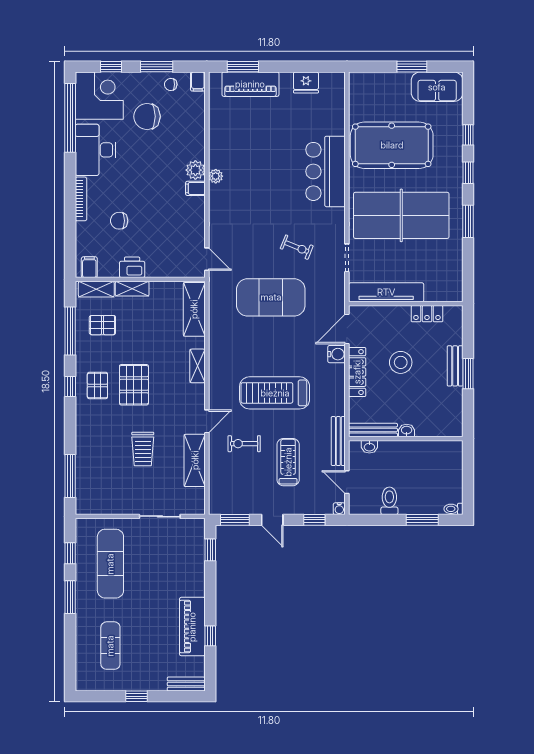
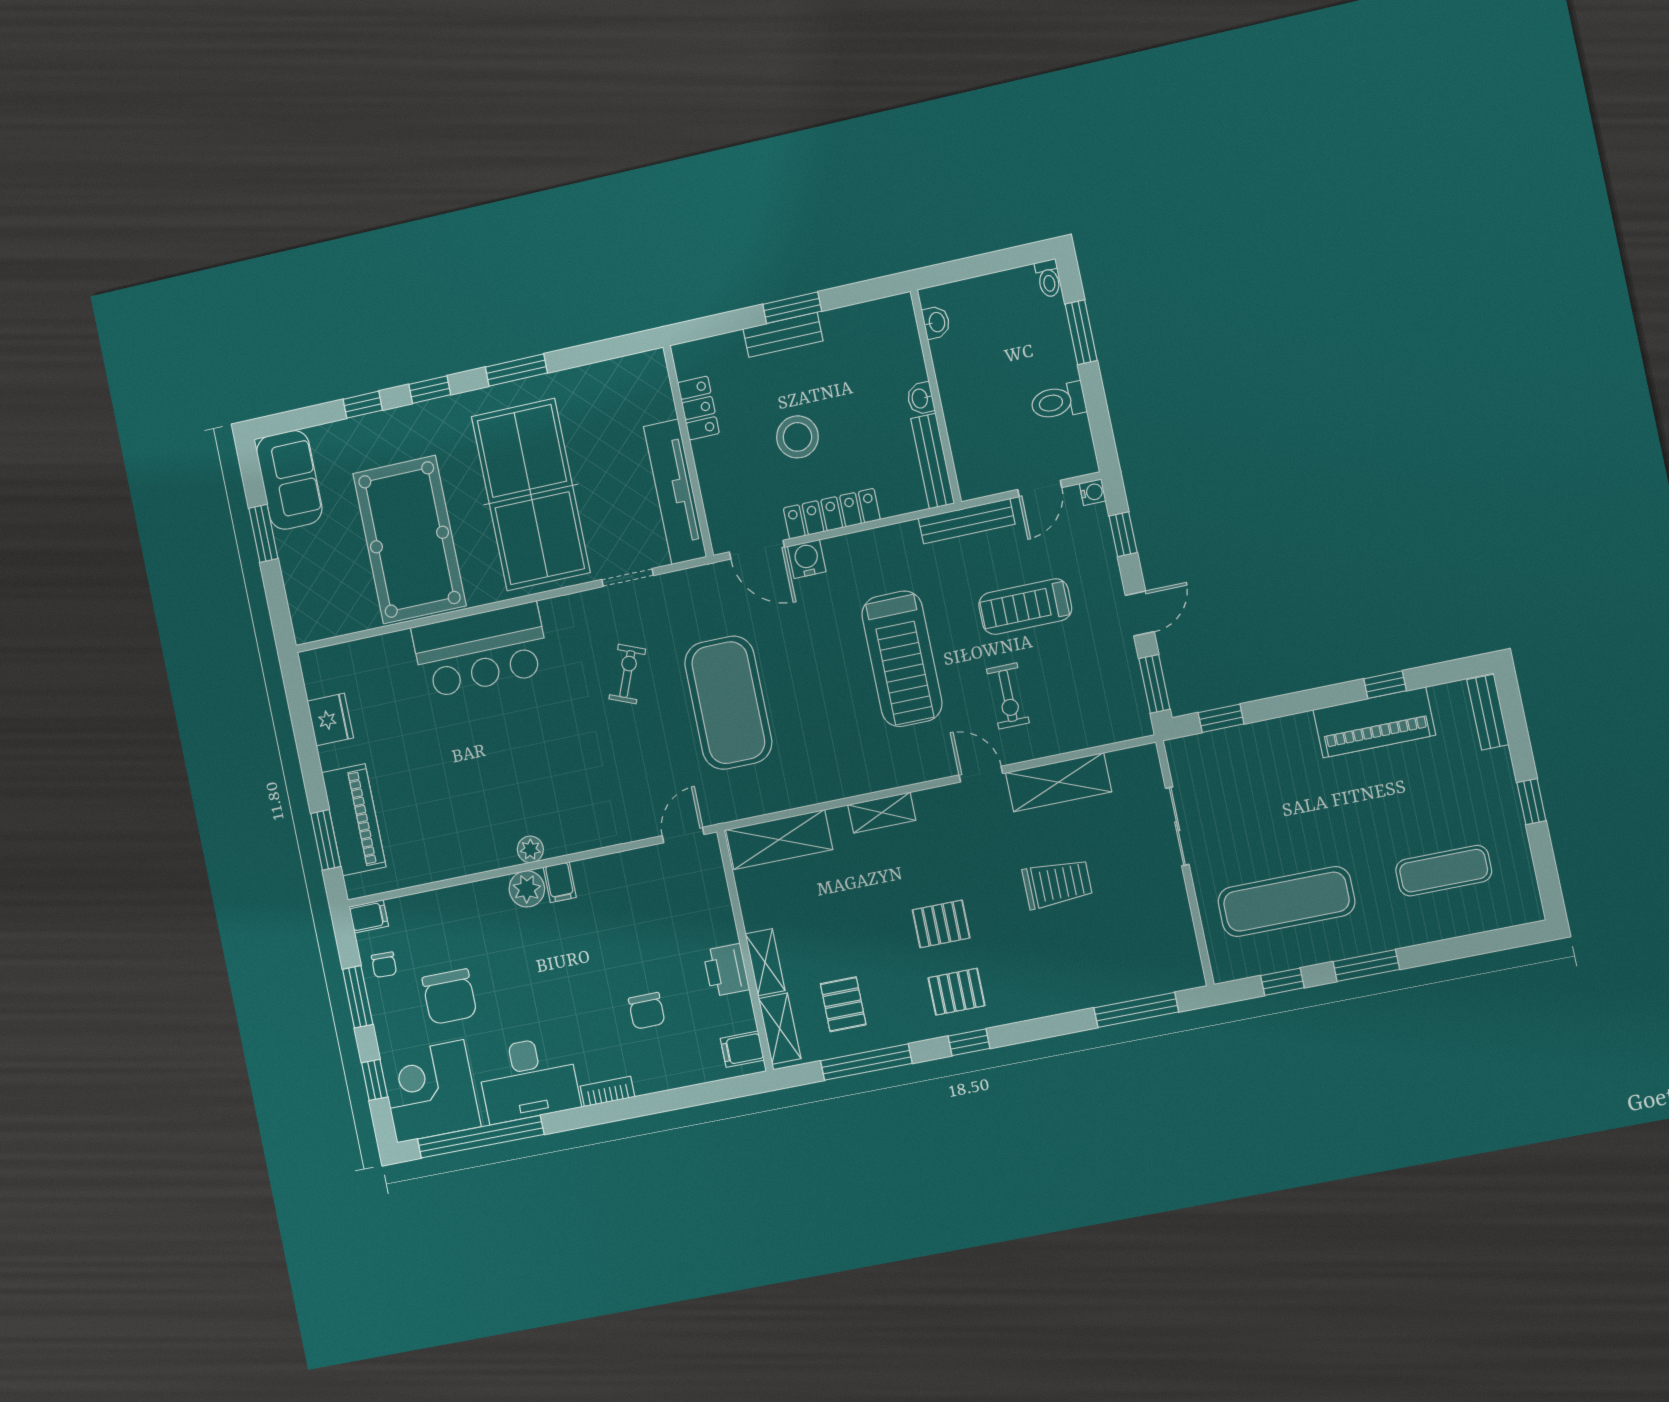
bookcase: (81, 199) -> (607, 1091), width x0.64
pallet: (134, 385) -> (941, 924), width x0.67, depth x0.71
washbasin: (369, 447) -> (936, 322), moved

